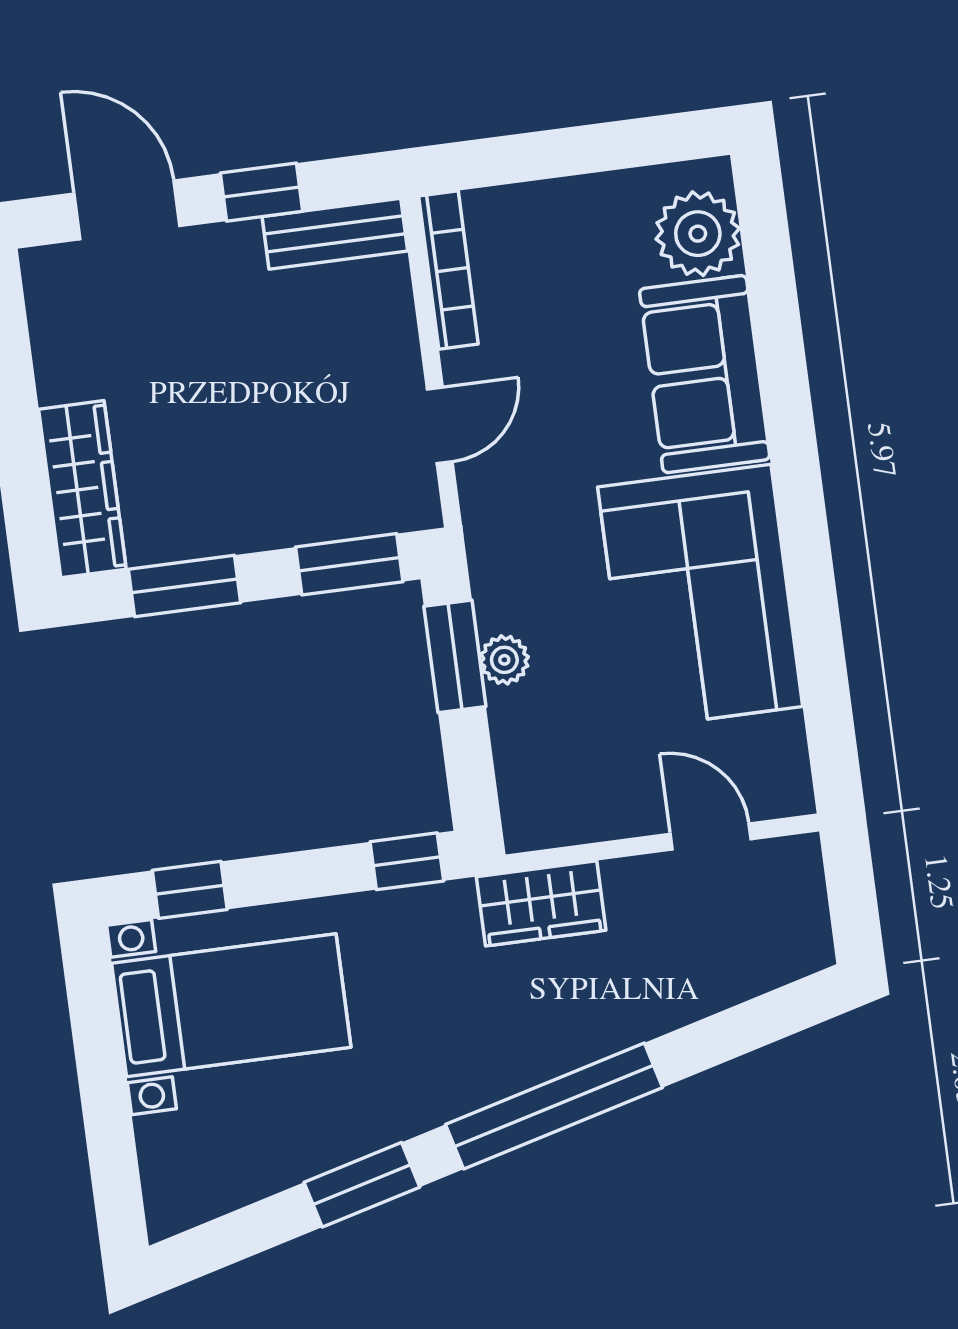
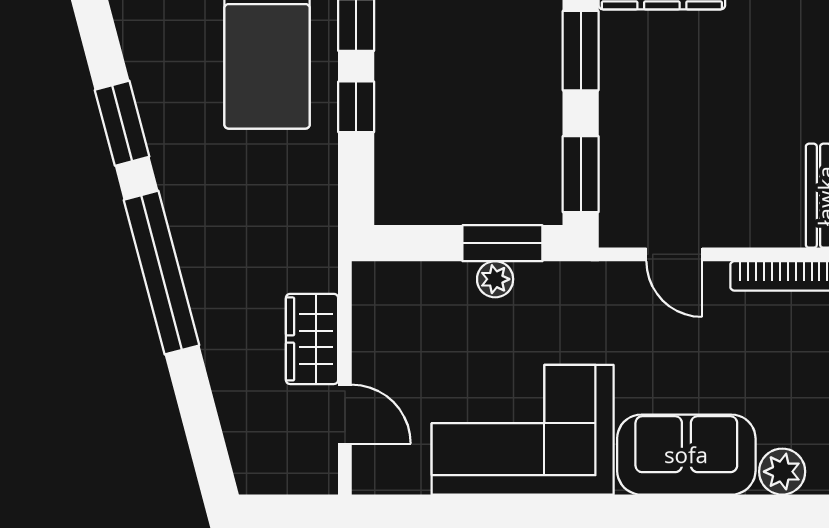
plant: (698, 234) -> (782, 472), width x0.73, depth x0.73
door: (711, 837) -> (345, 414), hinge flipped
window: (407, 861) -> (356, 107), moved
wardrobe: (541, 903) -> (312, 339), moved

